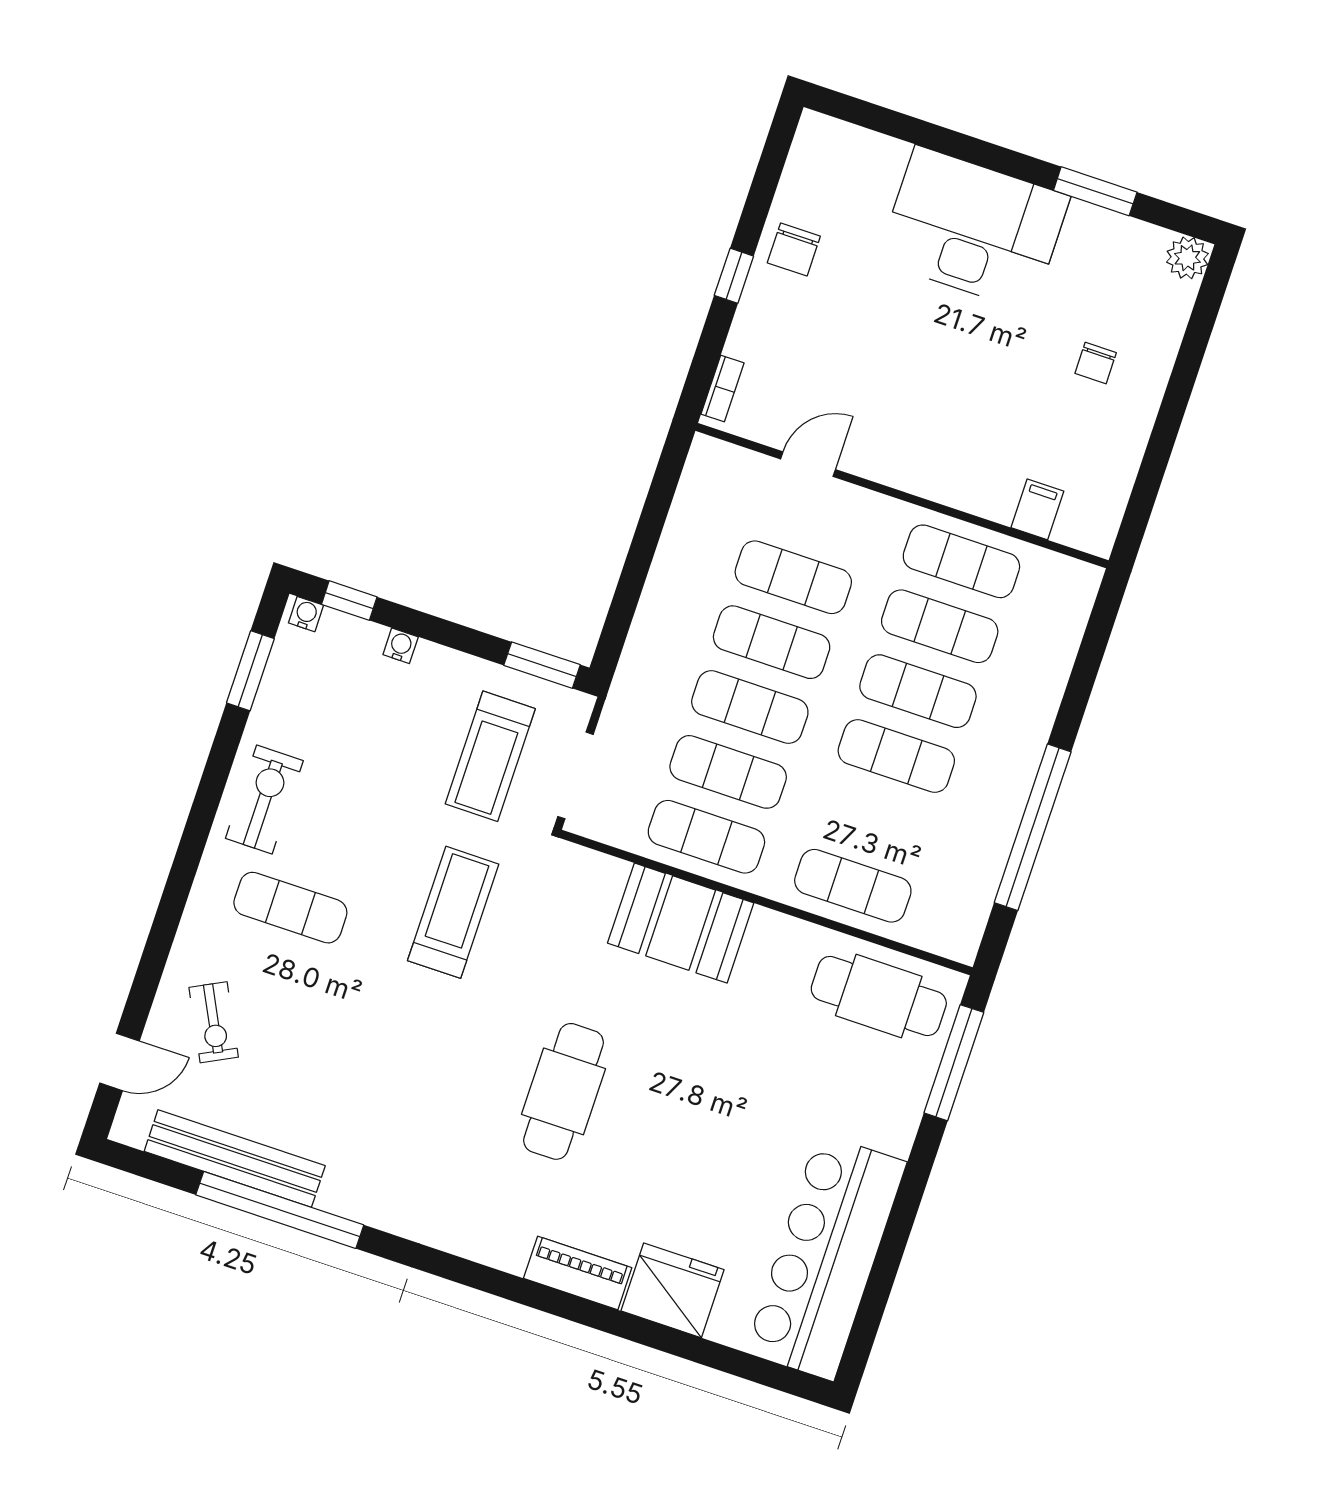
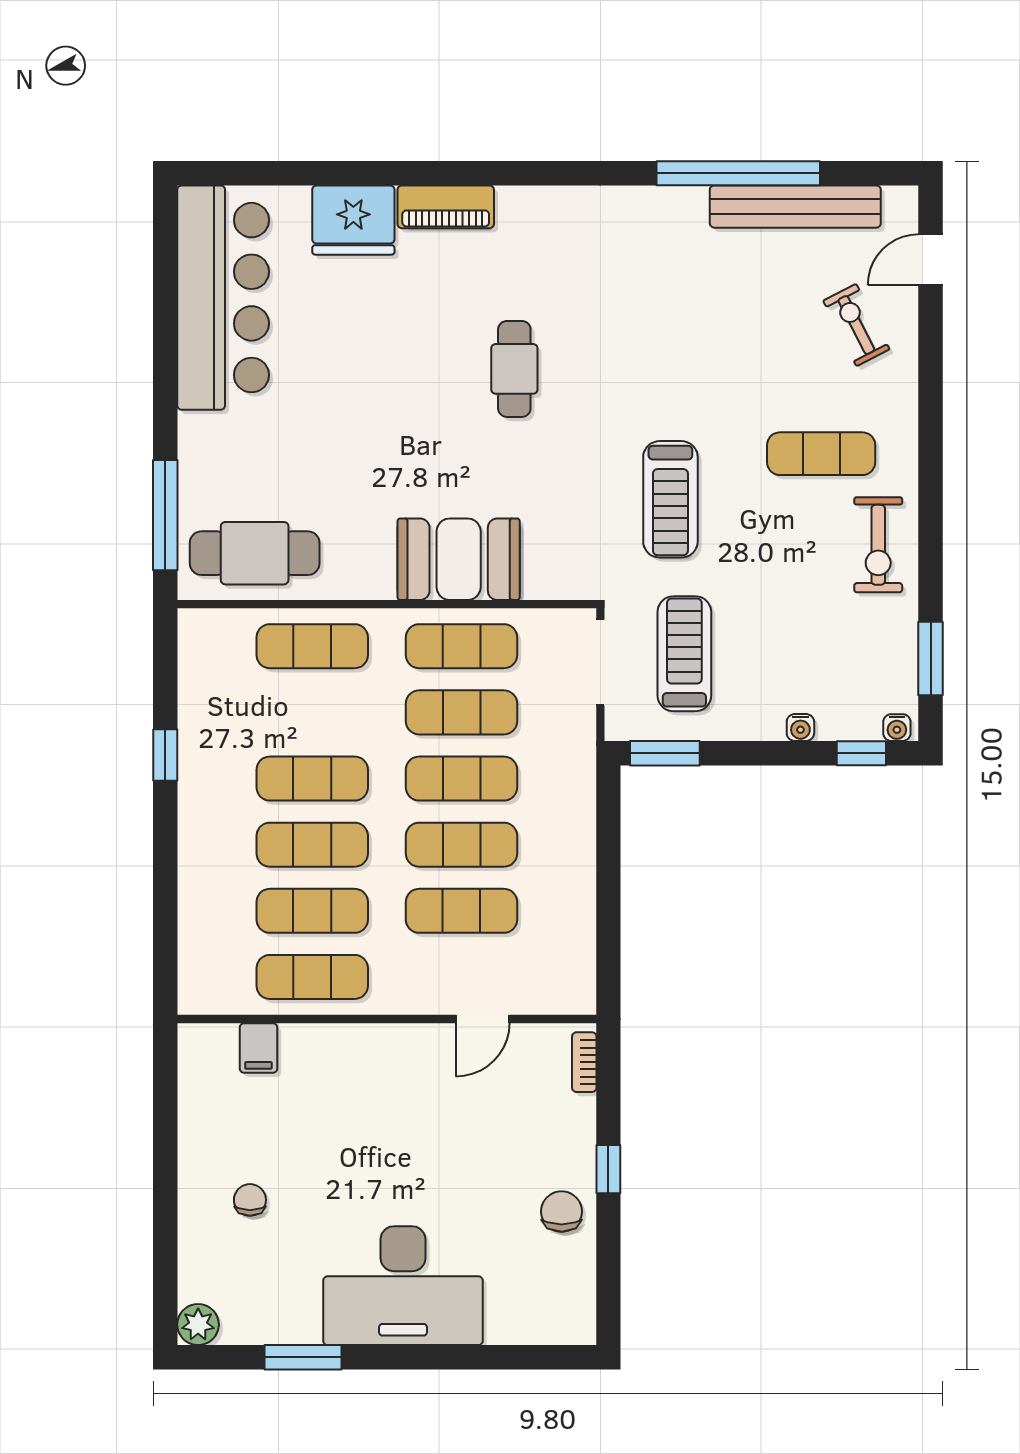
window: (1033, 827) -> (165, 755), width x0.32
cafe table: (564, 1091) -> (514, 369), width x0.73, depth x0.74

